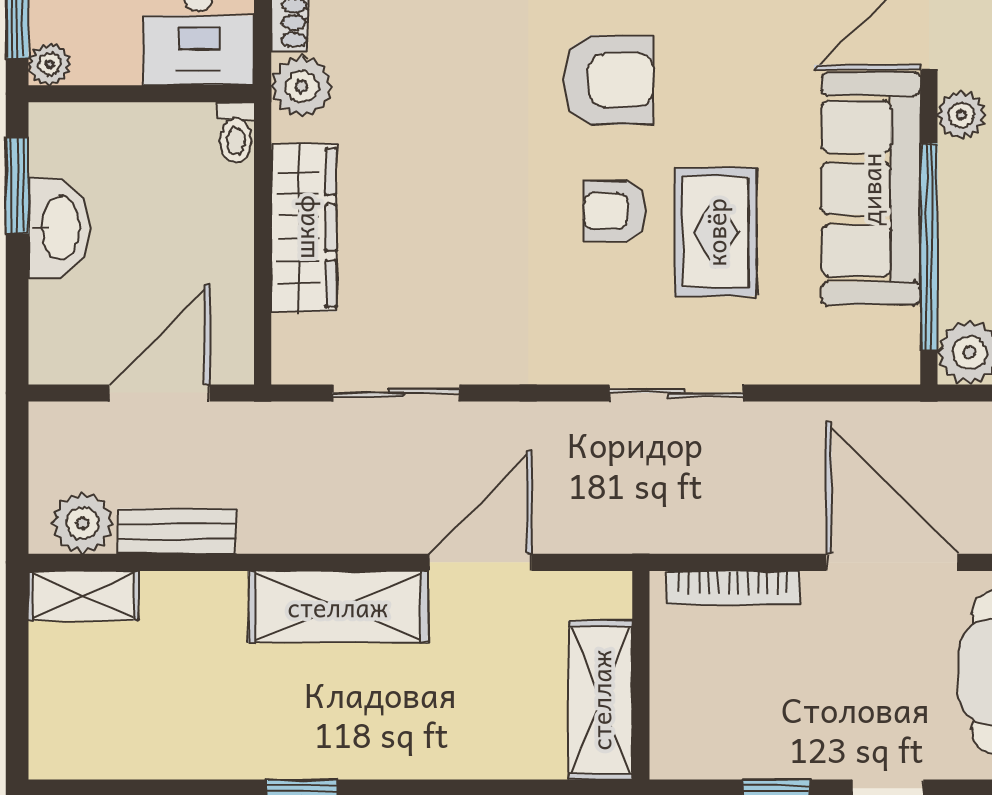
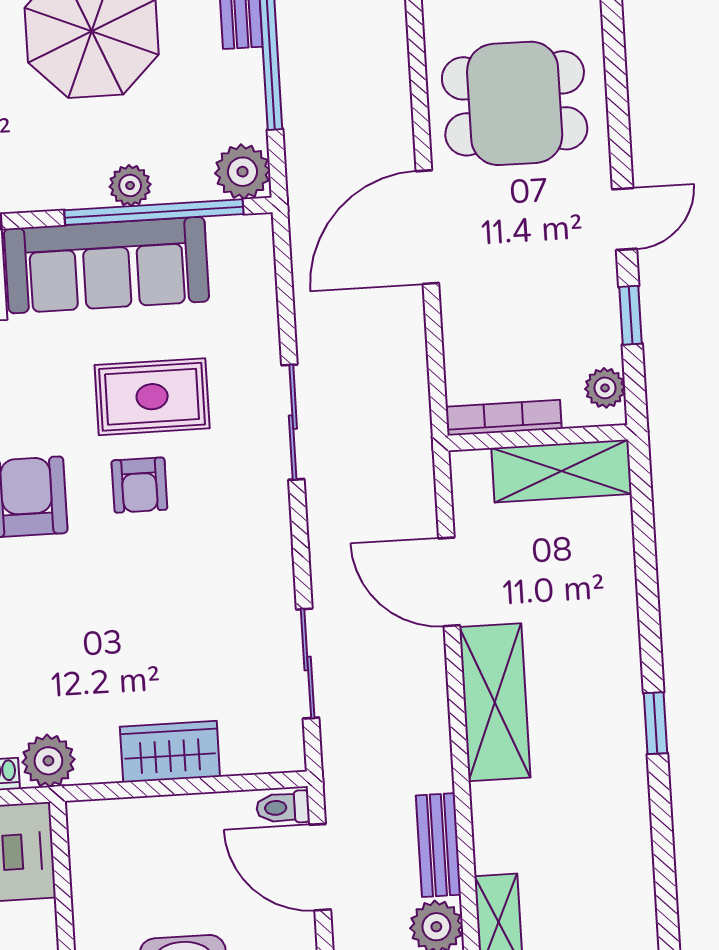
plant: (961, 115) -> (130, 185), moved
toilet: (236, 133) -> (283, 807), moved, turned 180
wardrobe: (304, 227) -> (170, 752), width x0.67
bookcase: (733, 588) -> (504, 418), moved, turned -90
plant: (694, 756) -> (605, 388), added

